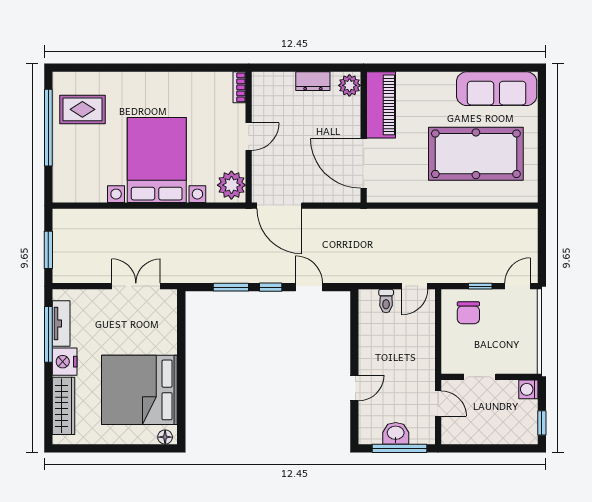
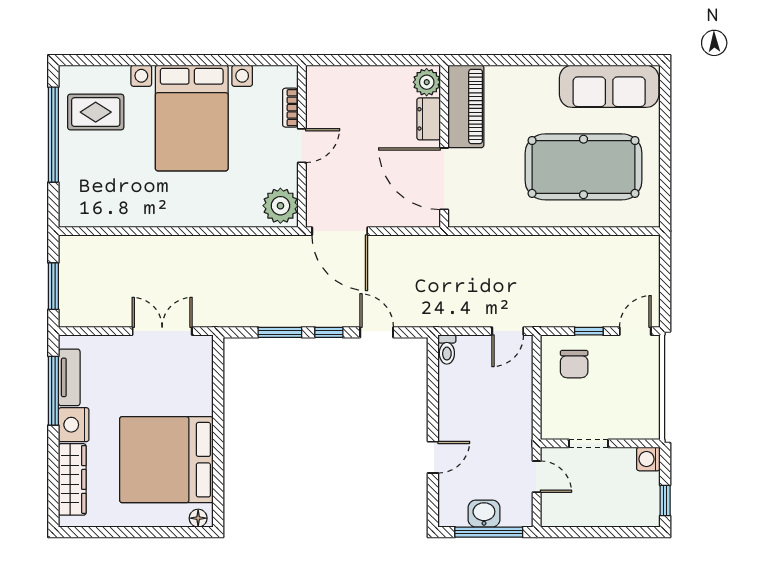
dresser: (313, 81) -> (429, 119), moved, turned 90
bookcase: (239, 87) -> (290, 108), moved
bed with nightstands: (157, 160) -> (192, 118), moved, turned 180
toilet: (386, 301) -> (447, 349), moved

